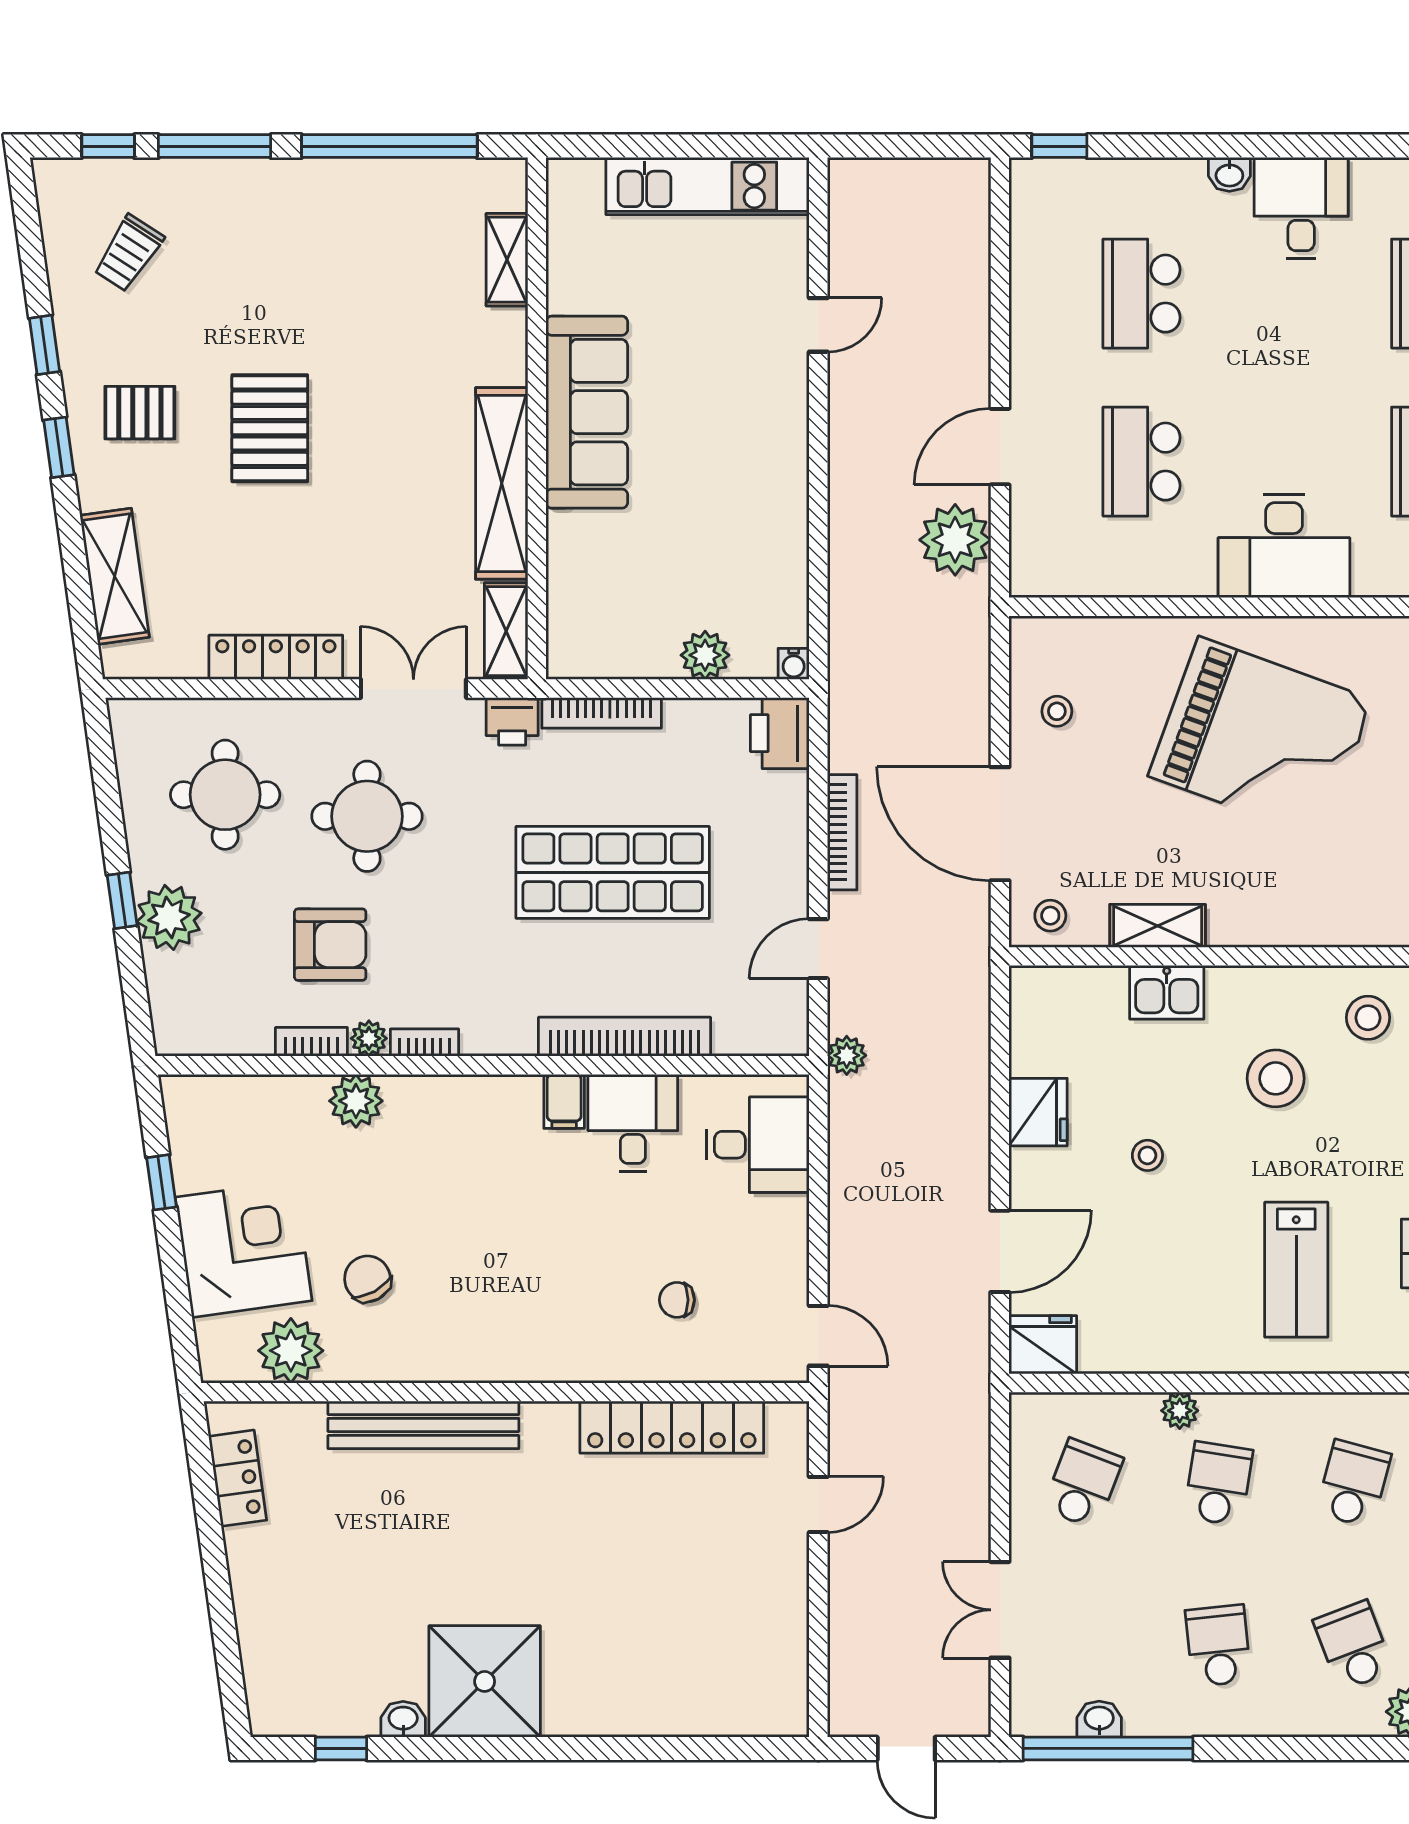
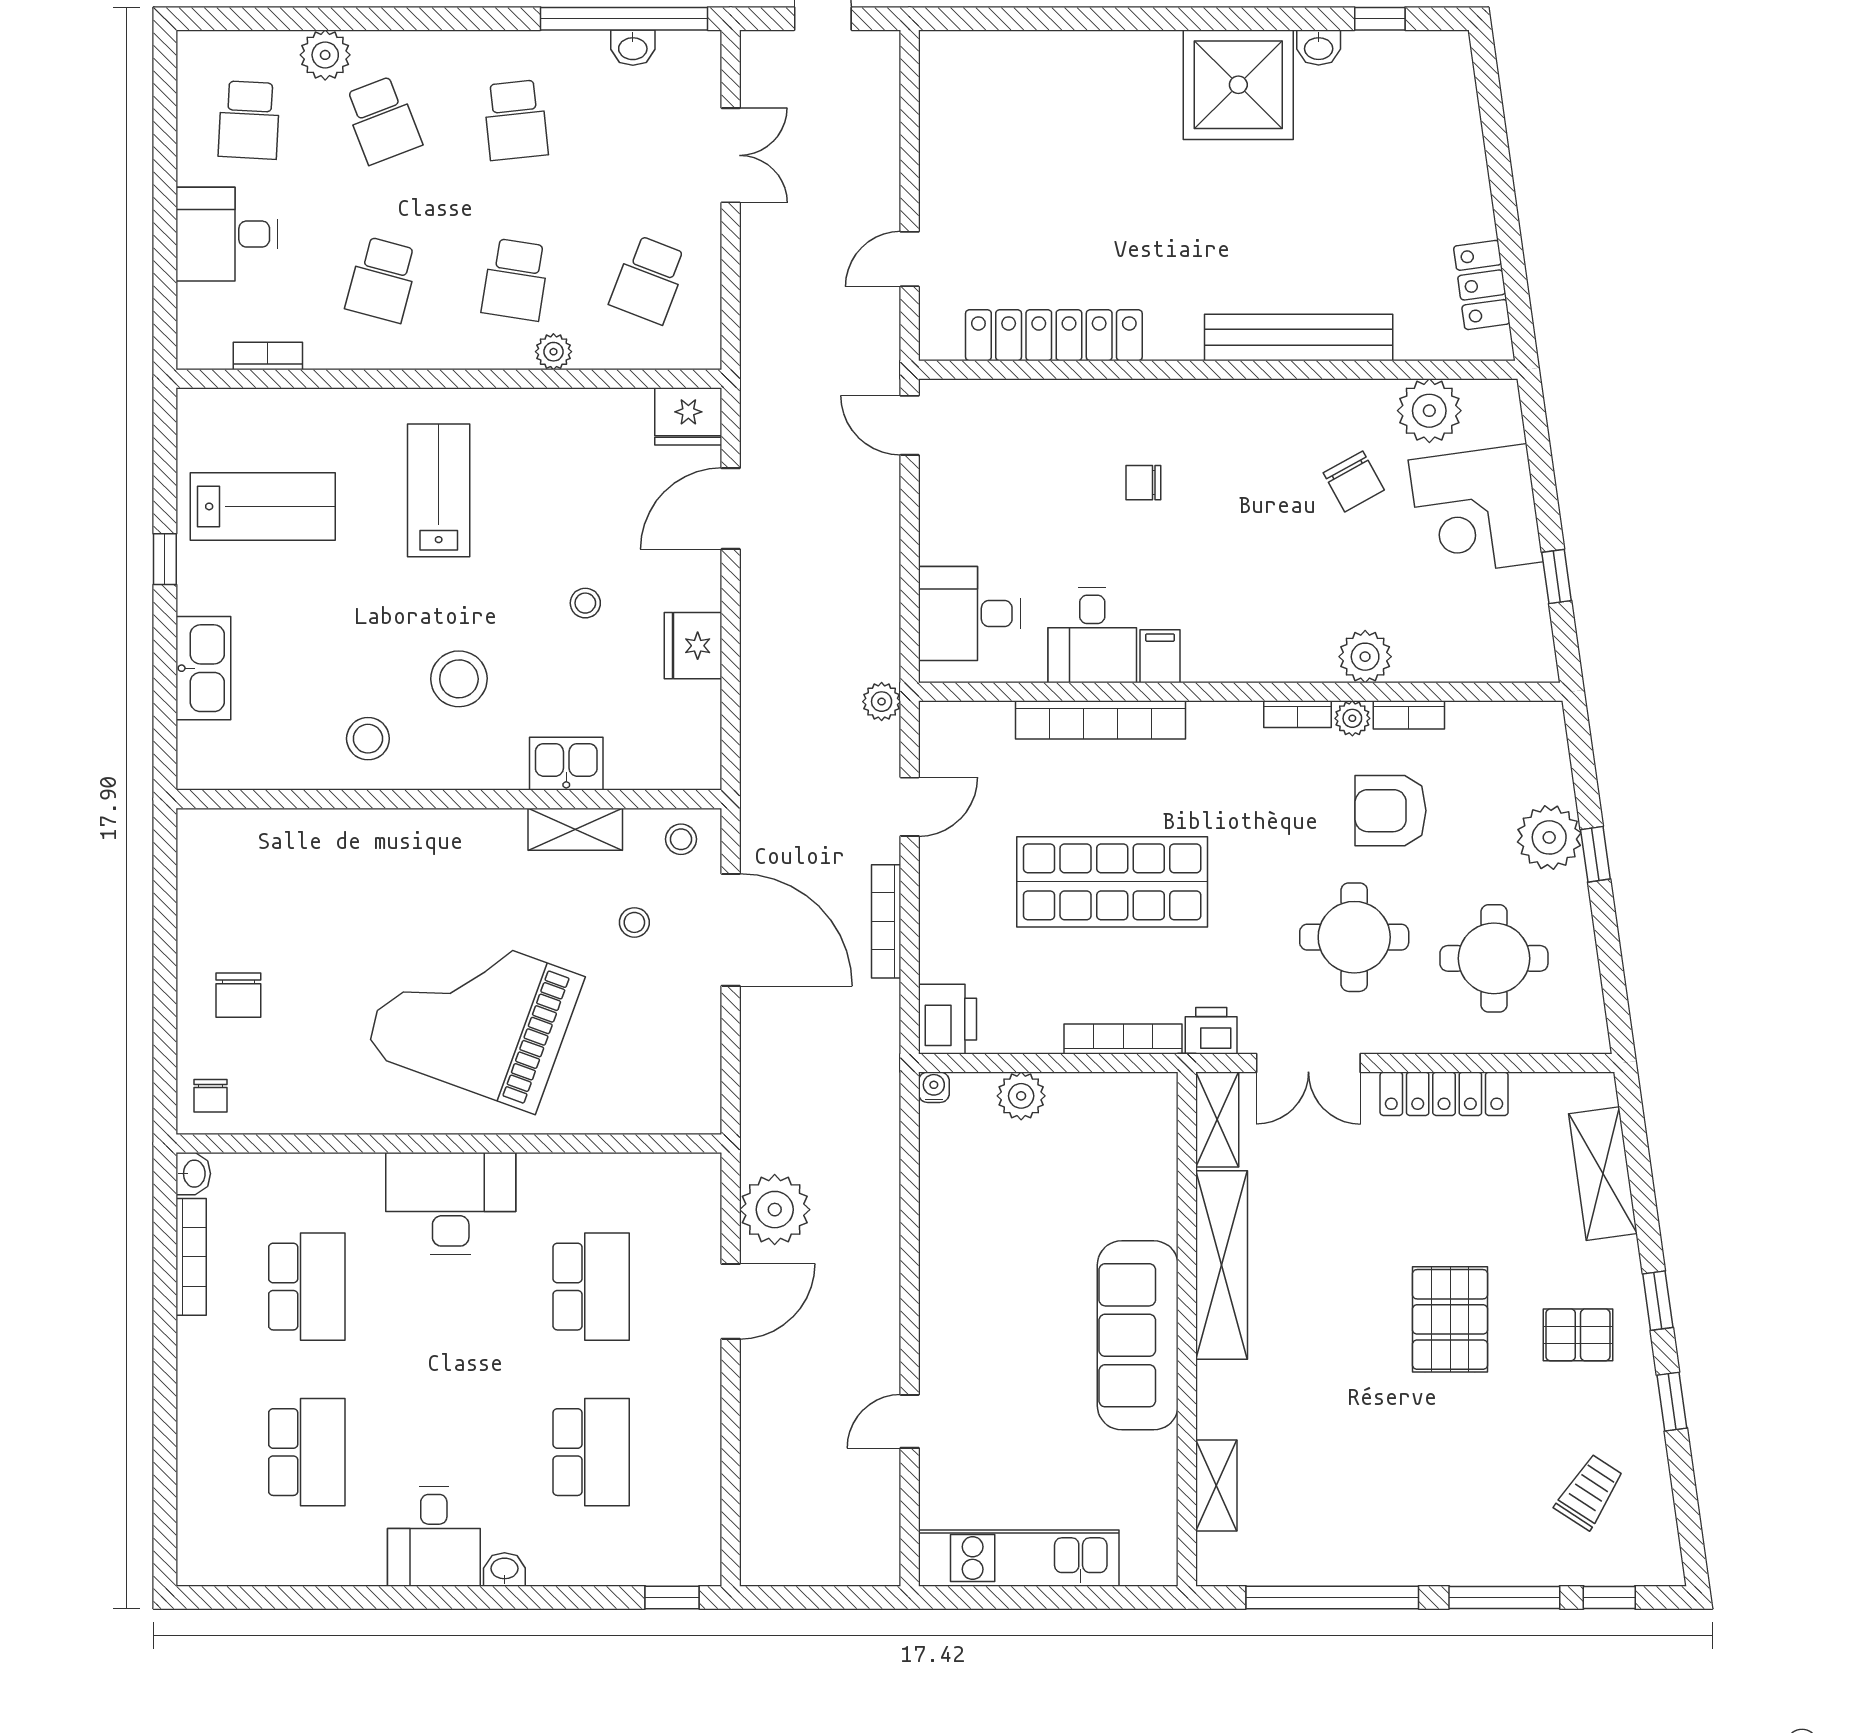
stool: (1057, 711) -> (634, 922), moved
chair: (677, 1300) -> (1143, 483), moved, turned 180

